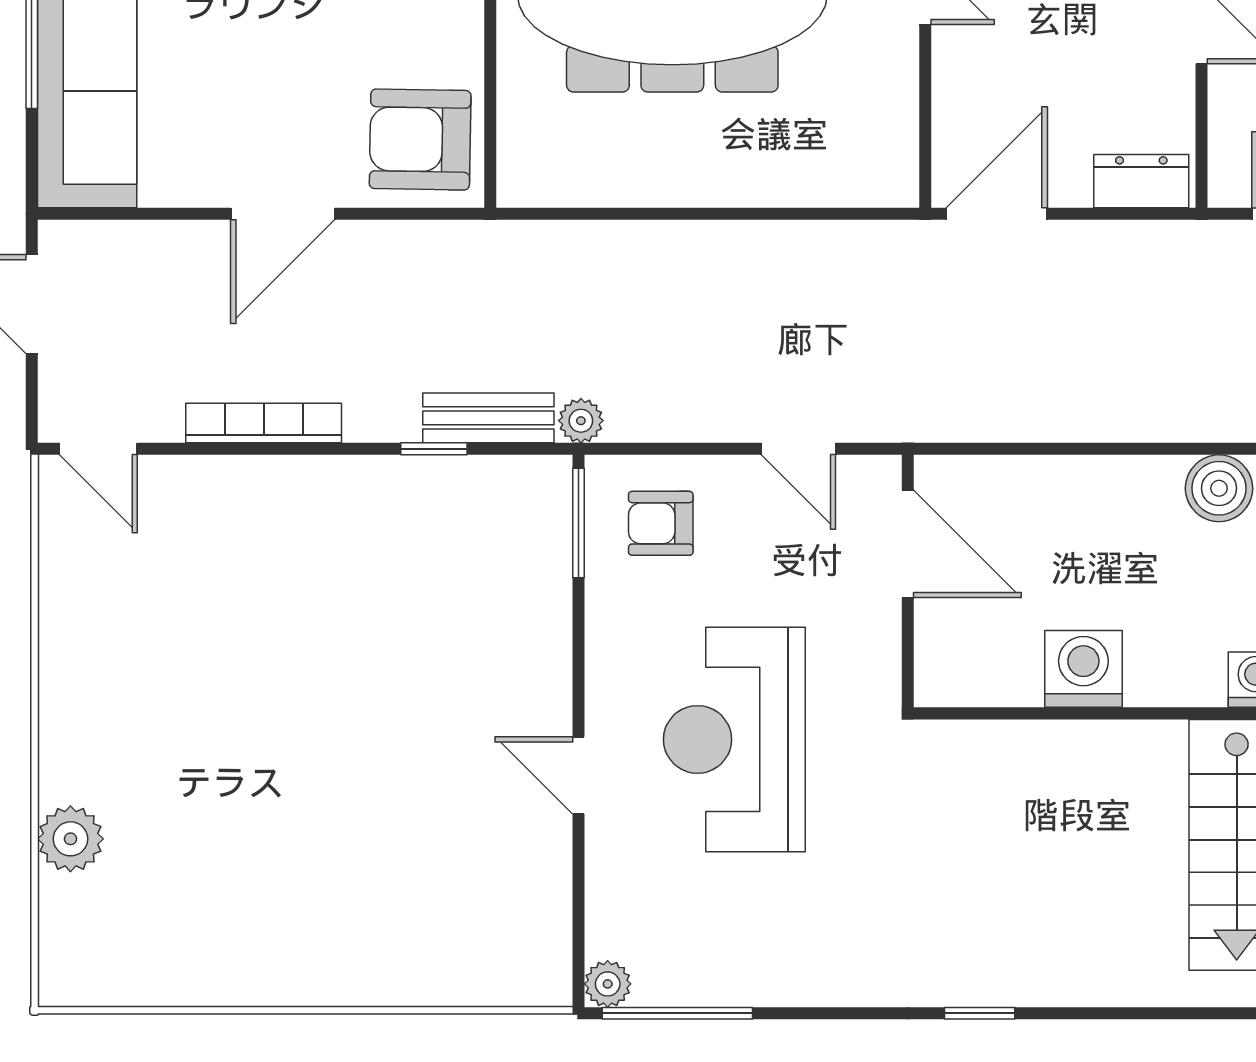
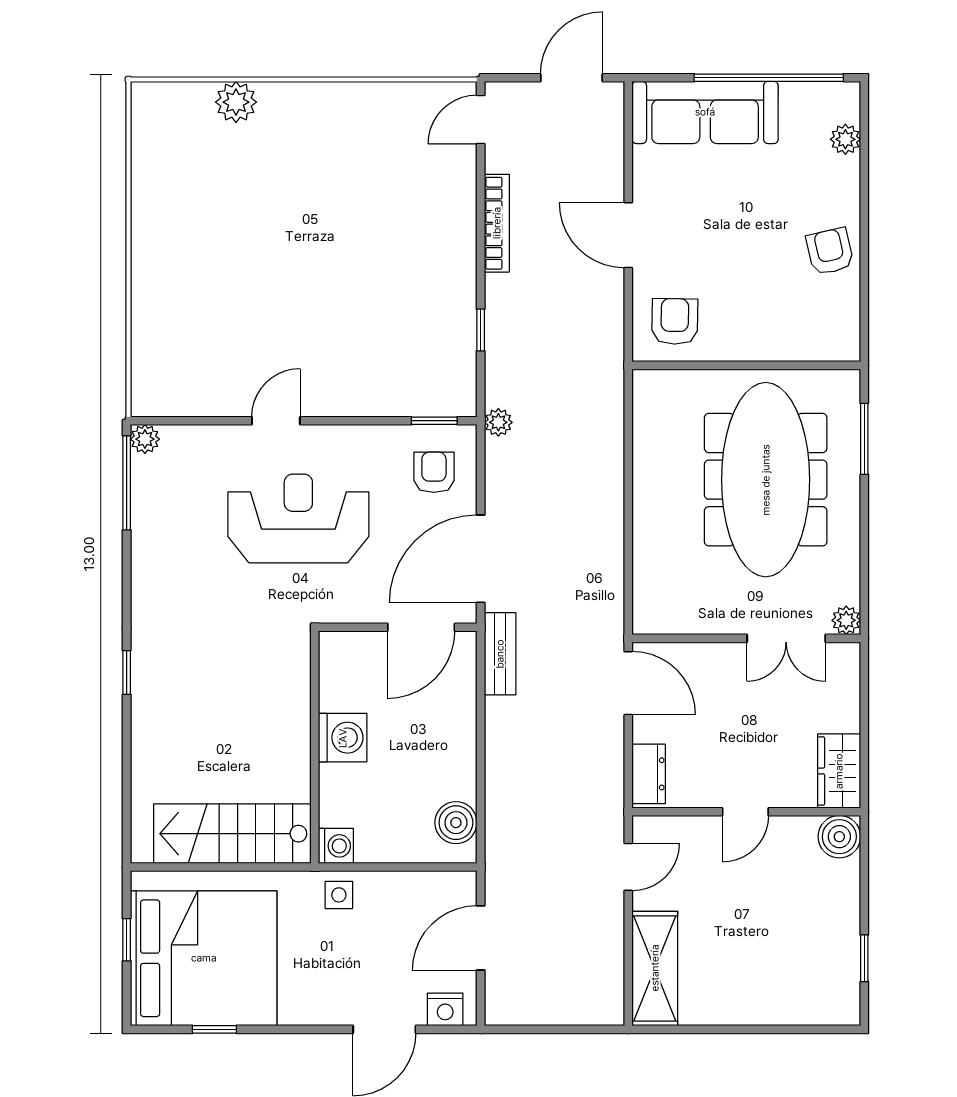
armchair: (420, 139) -> (675, 321), width x0.72, depth x0.72
bench: (488, 418) -> (500, 654), moved
door: (798, 449) -> (481, 559), width x1.88
window: (578, 523) -> (434, 421), width x0.67

